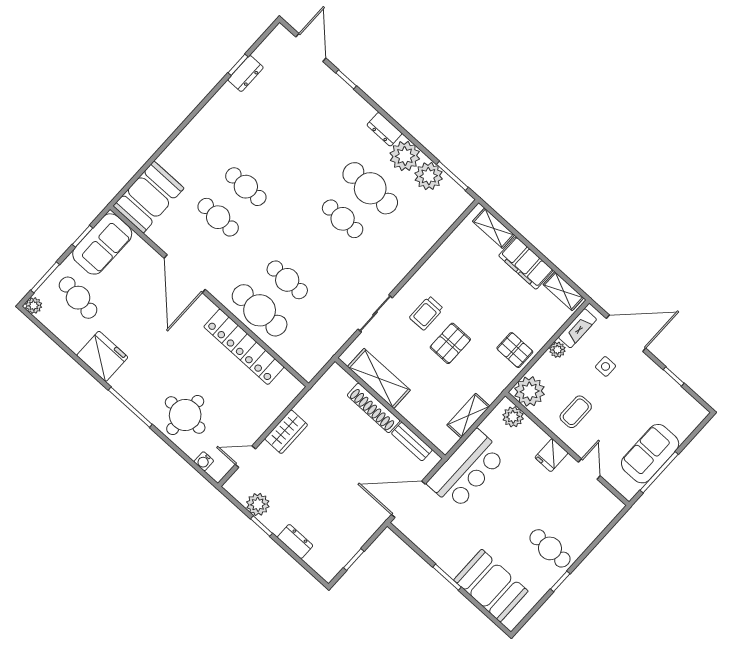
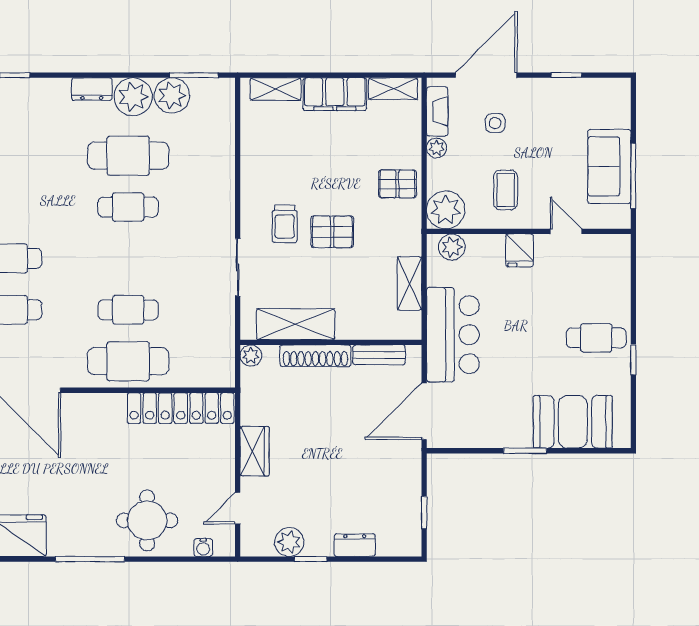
pallet: (450, 343) -> (332, 232), turned 90
locker: (244, 347) -> (181, 408), moved
plant: (335, 373) -> (251, 356), added

